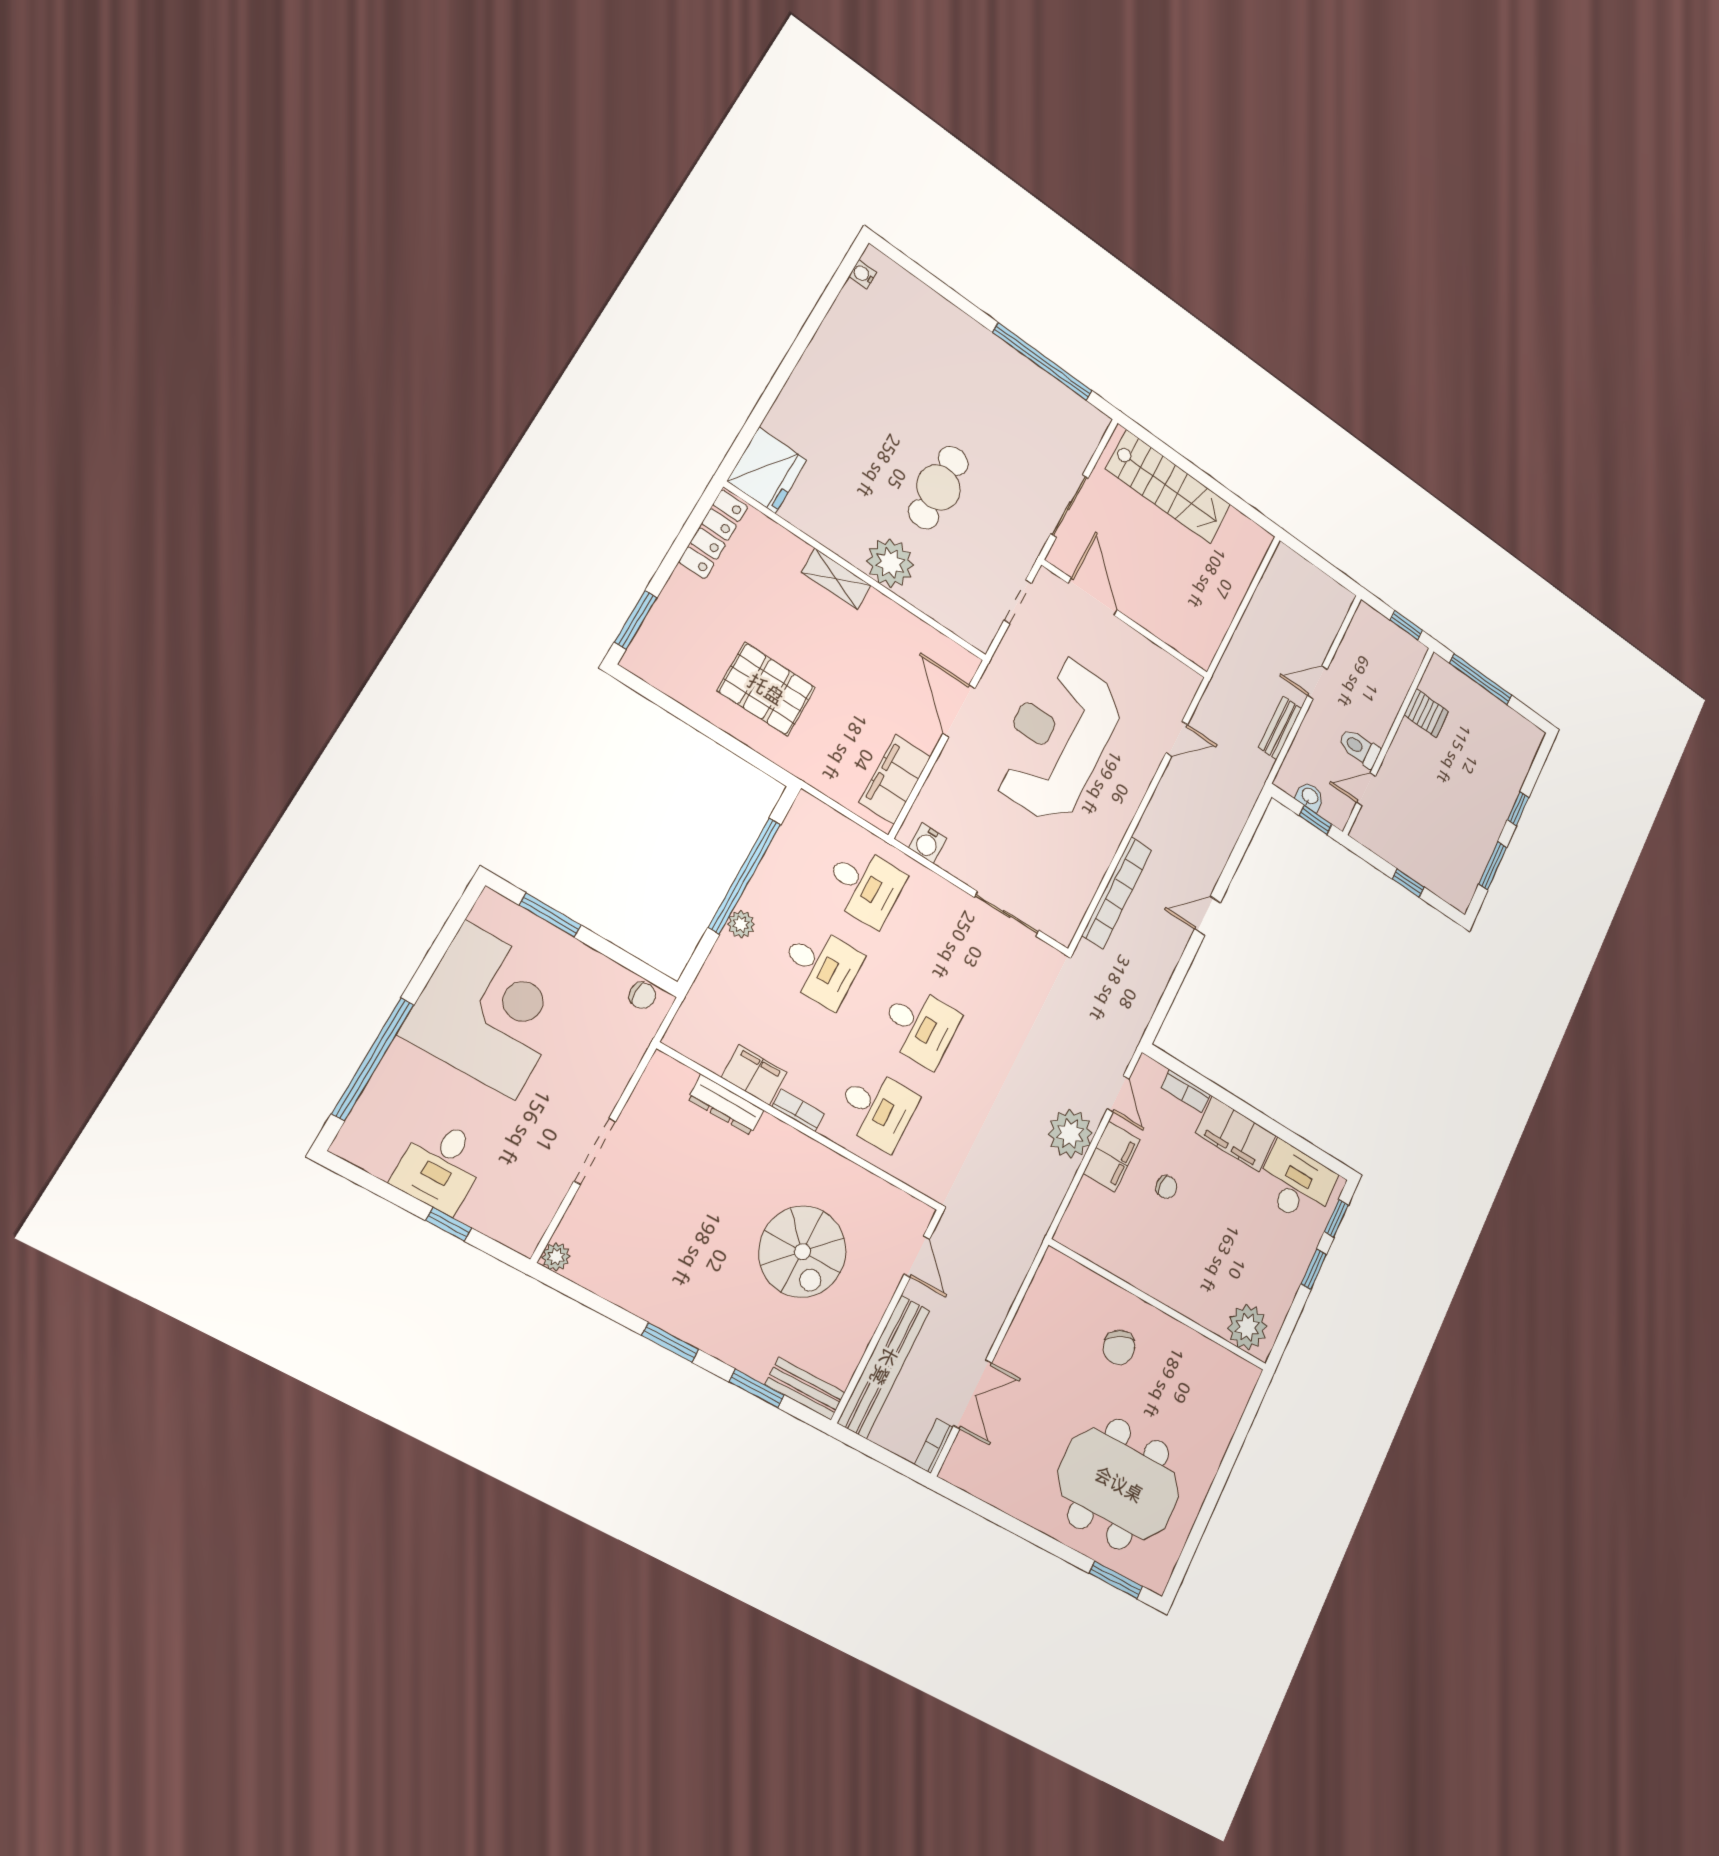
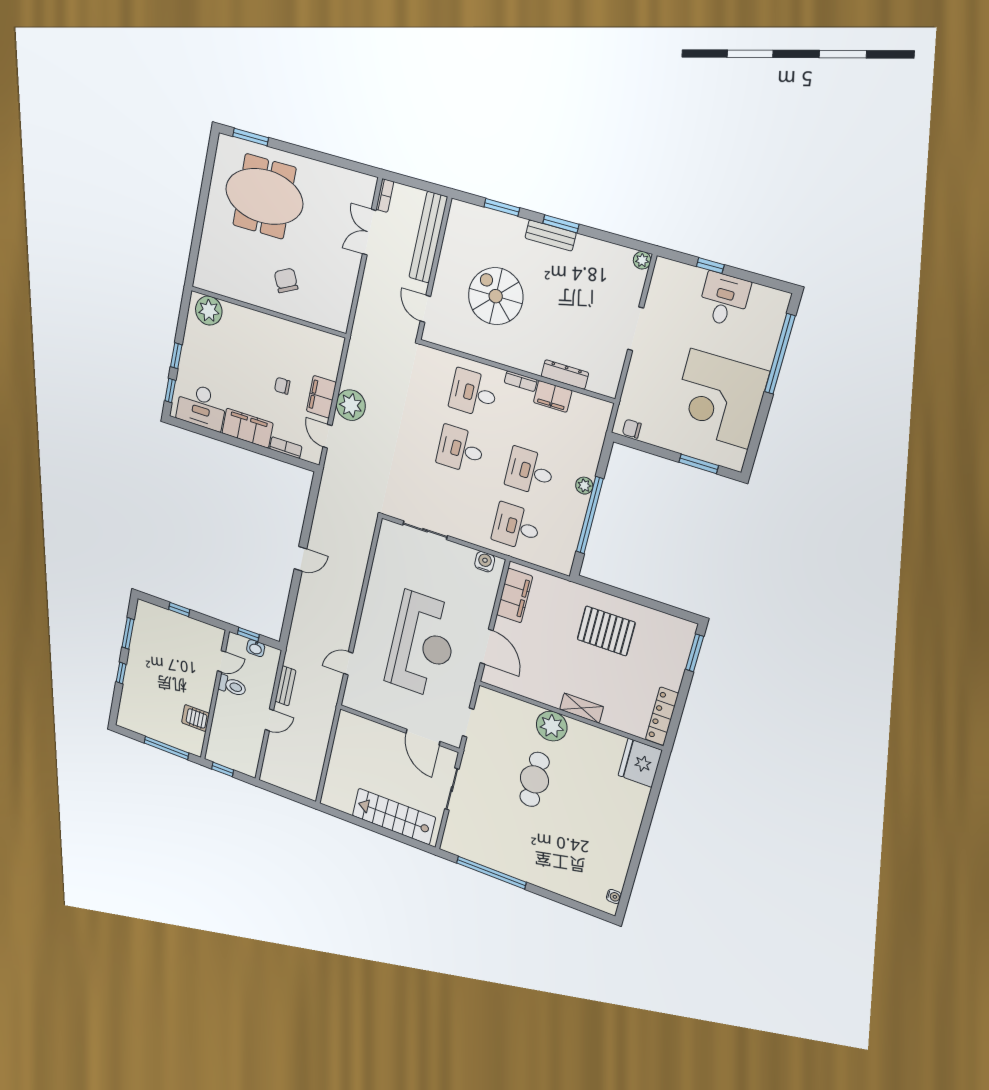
bookcase: (1117, 893) -> (361, 560), removed
bench: (805, 1389) -> (551, 235), moved

